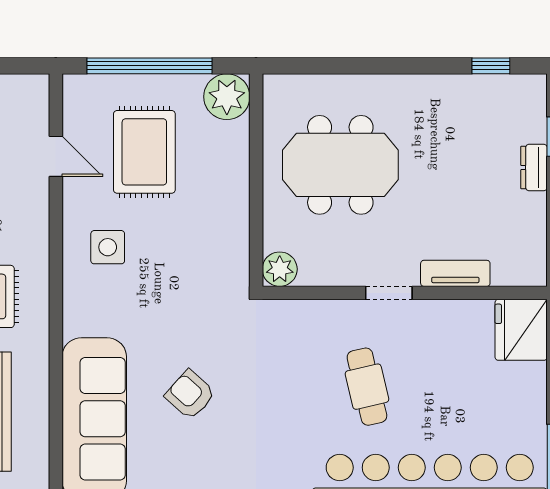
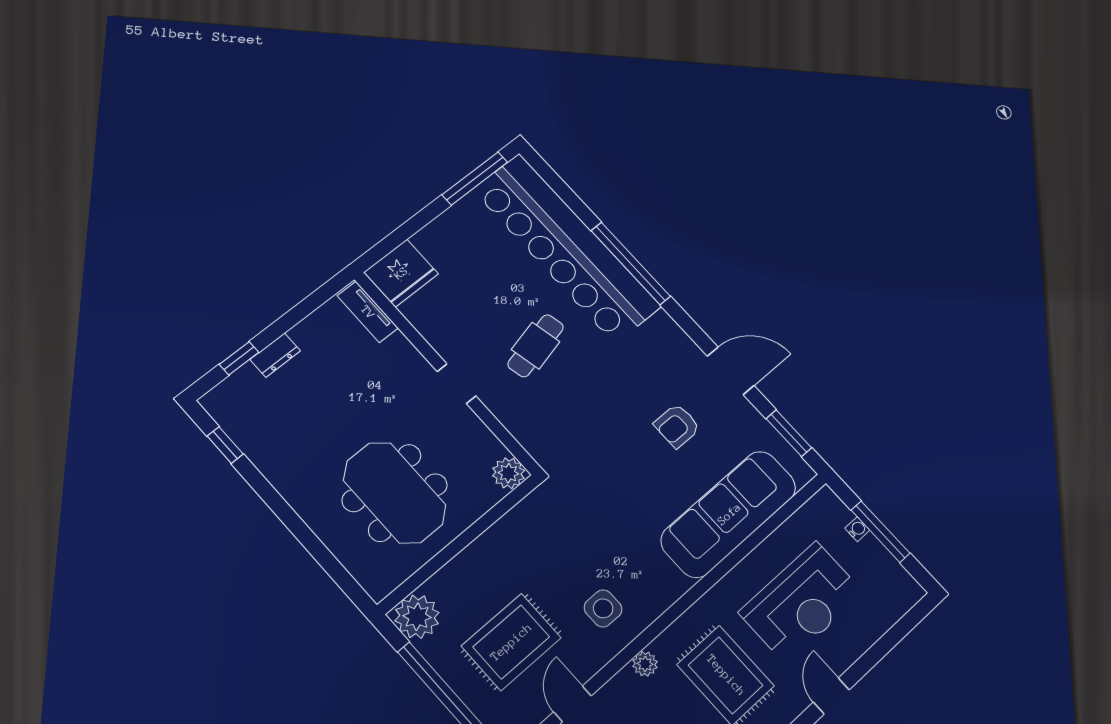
plant: (36, 241) -> (645, 664), added
tv unit: (455, 273) -> (368, 312), moved
armchair: (190, 395) -> (677, 426), moved, turned 48

